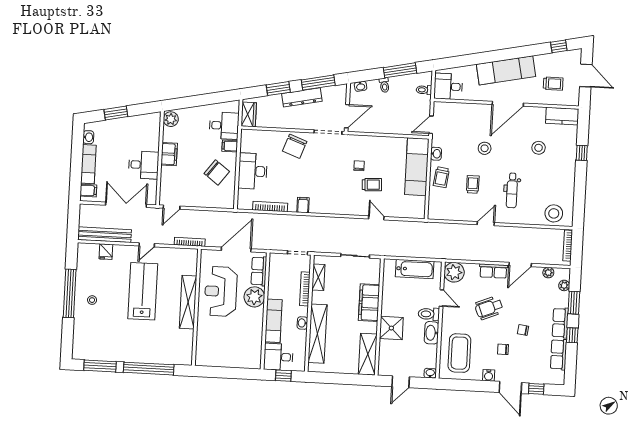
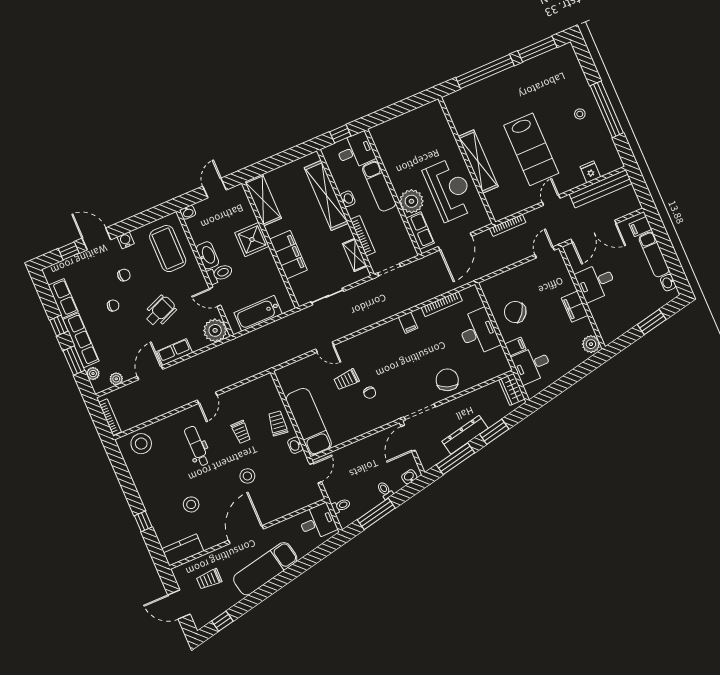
row of seats: (560, 323) -> (81, 340), width x1.48

